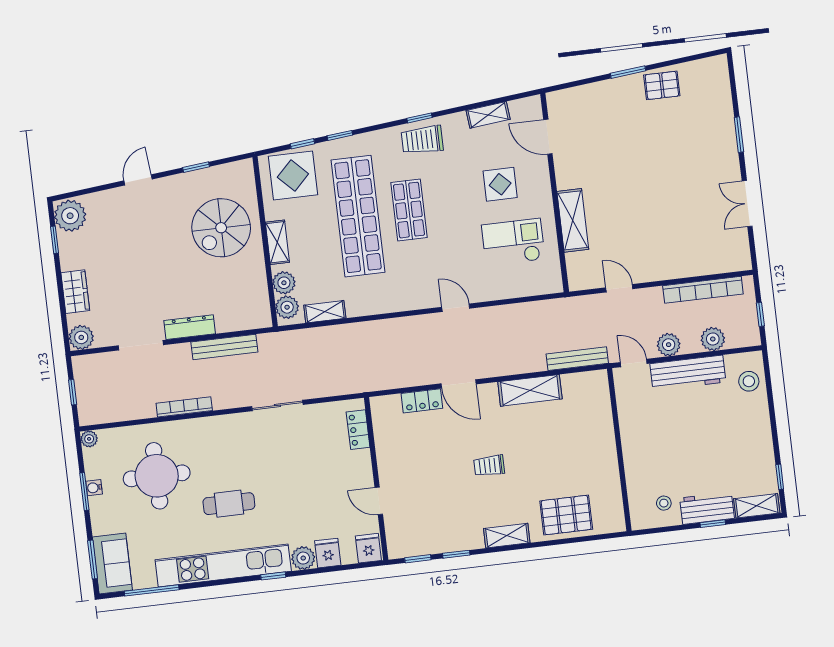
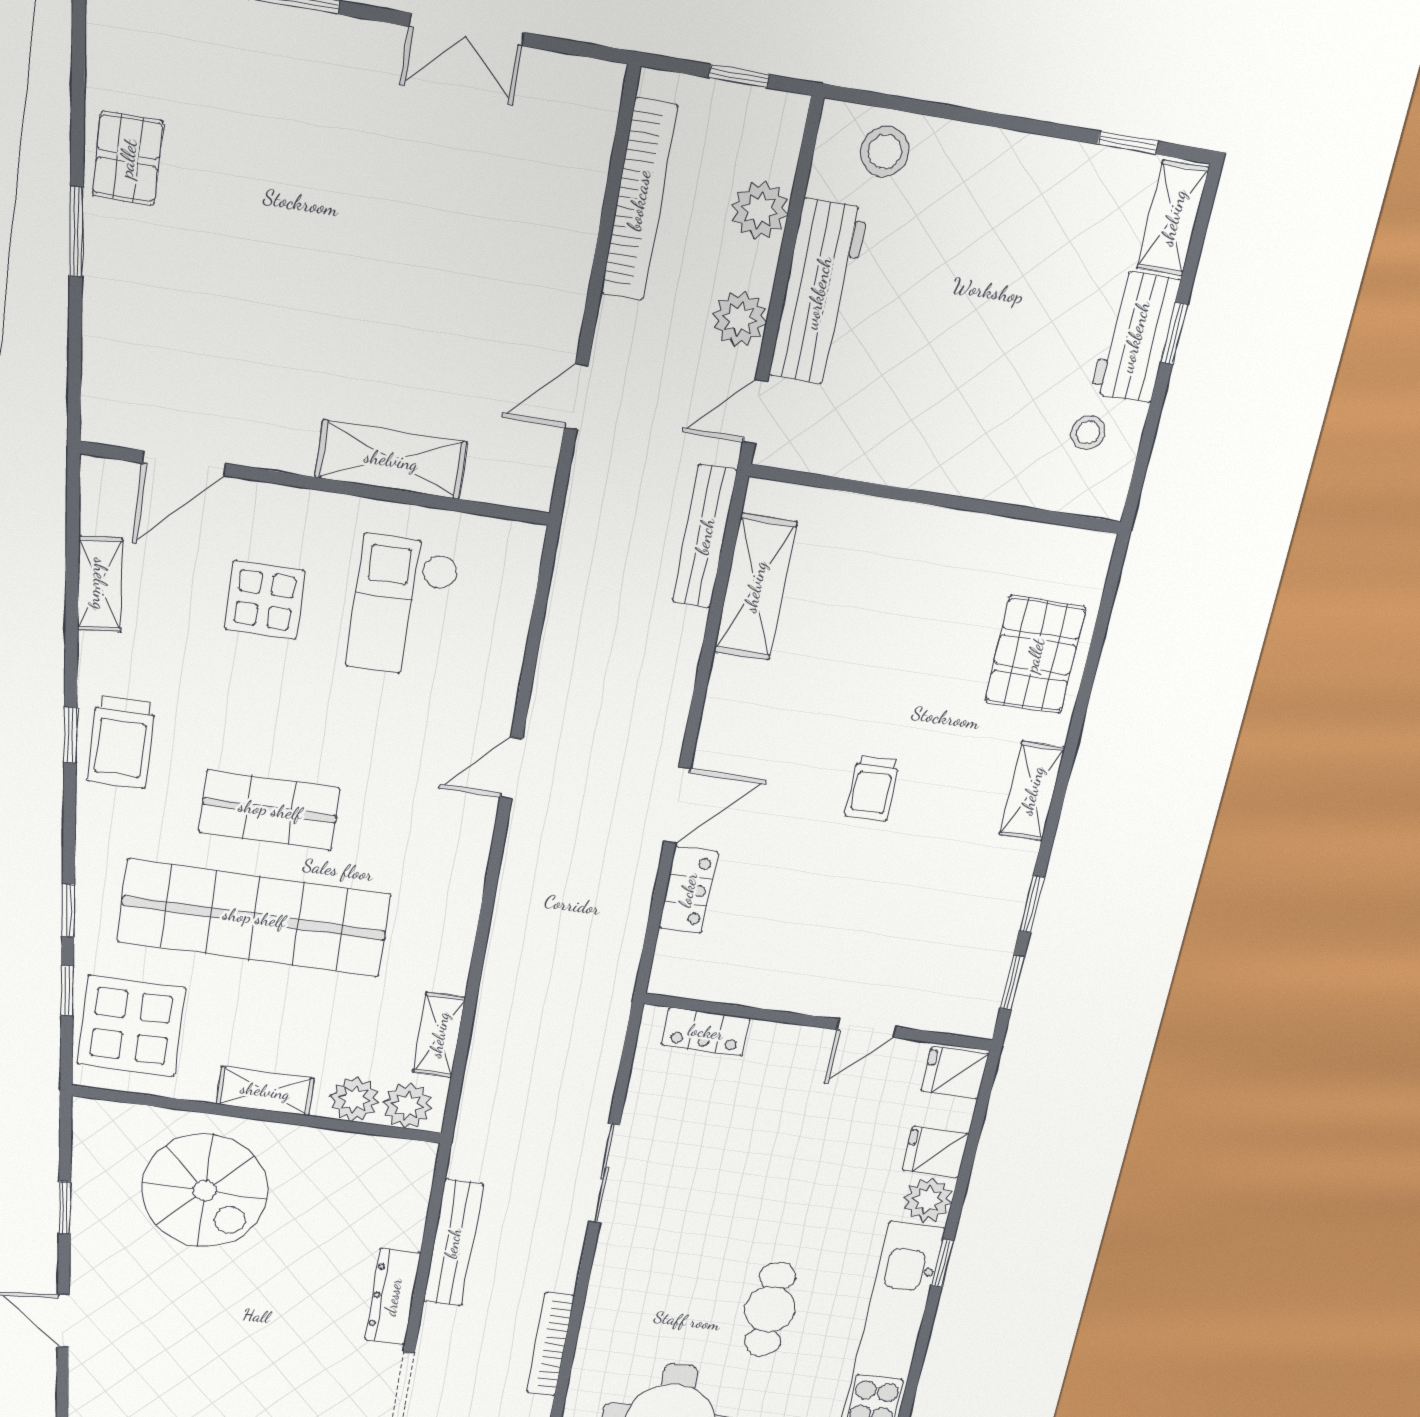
shelving: (530, 390) -> (755, 587), moved

